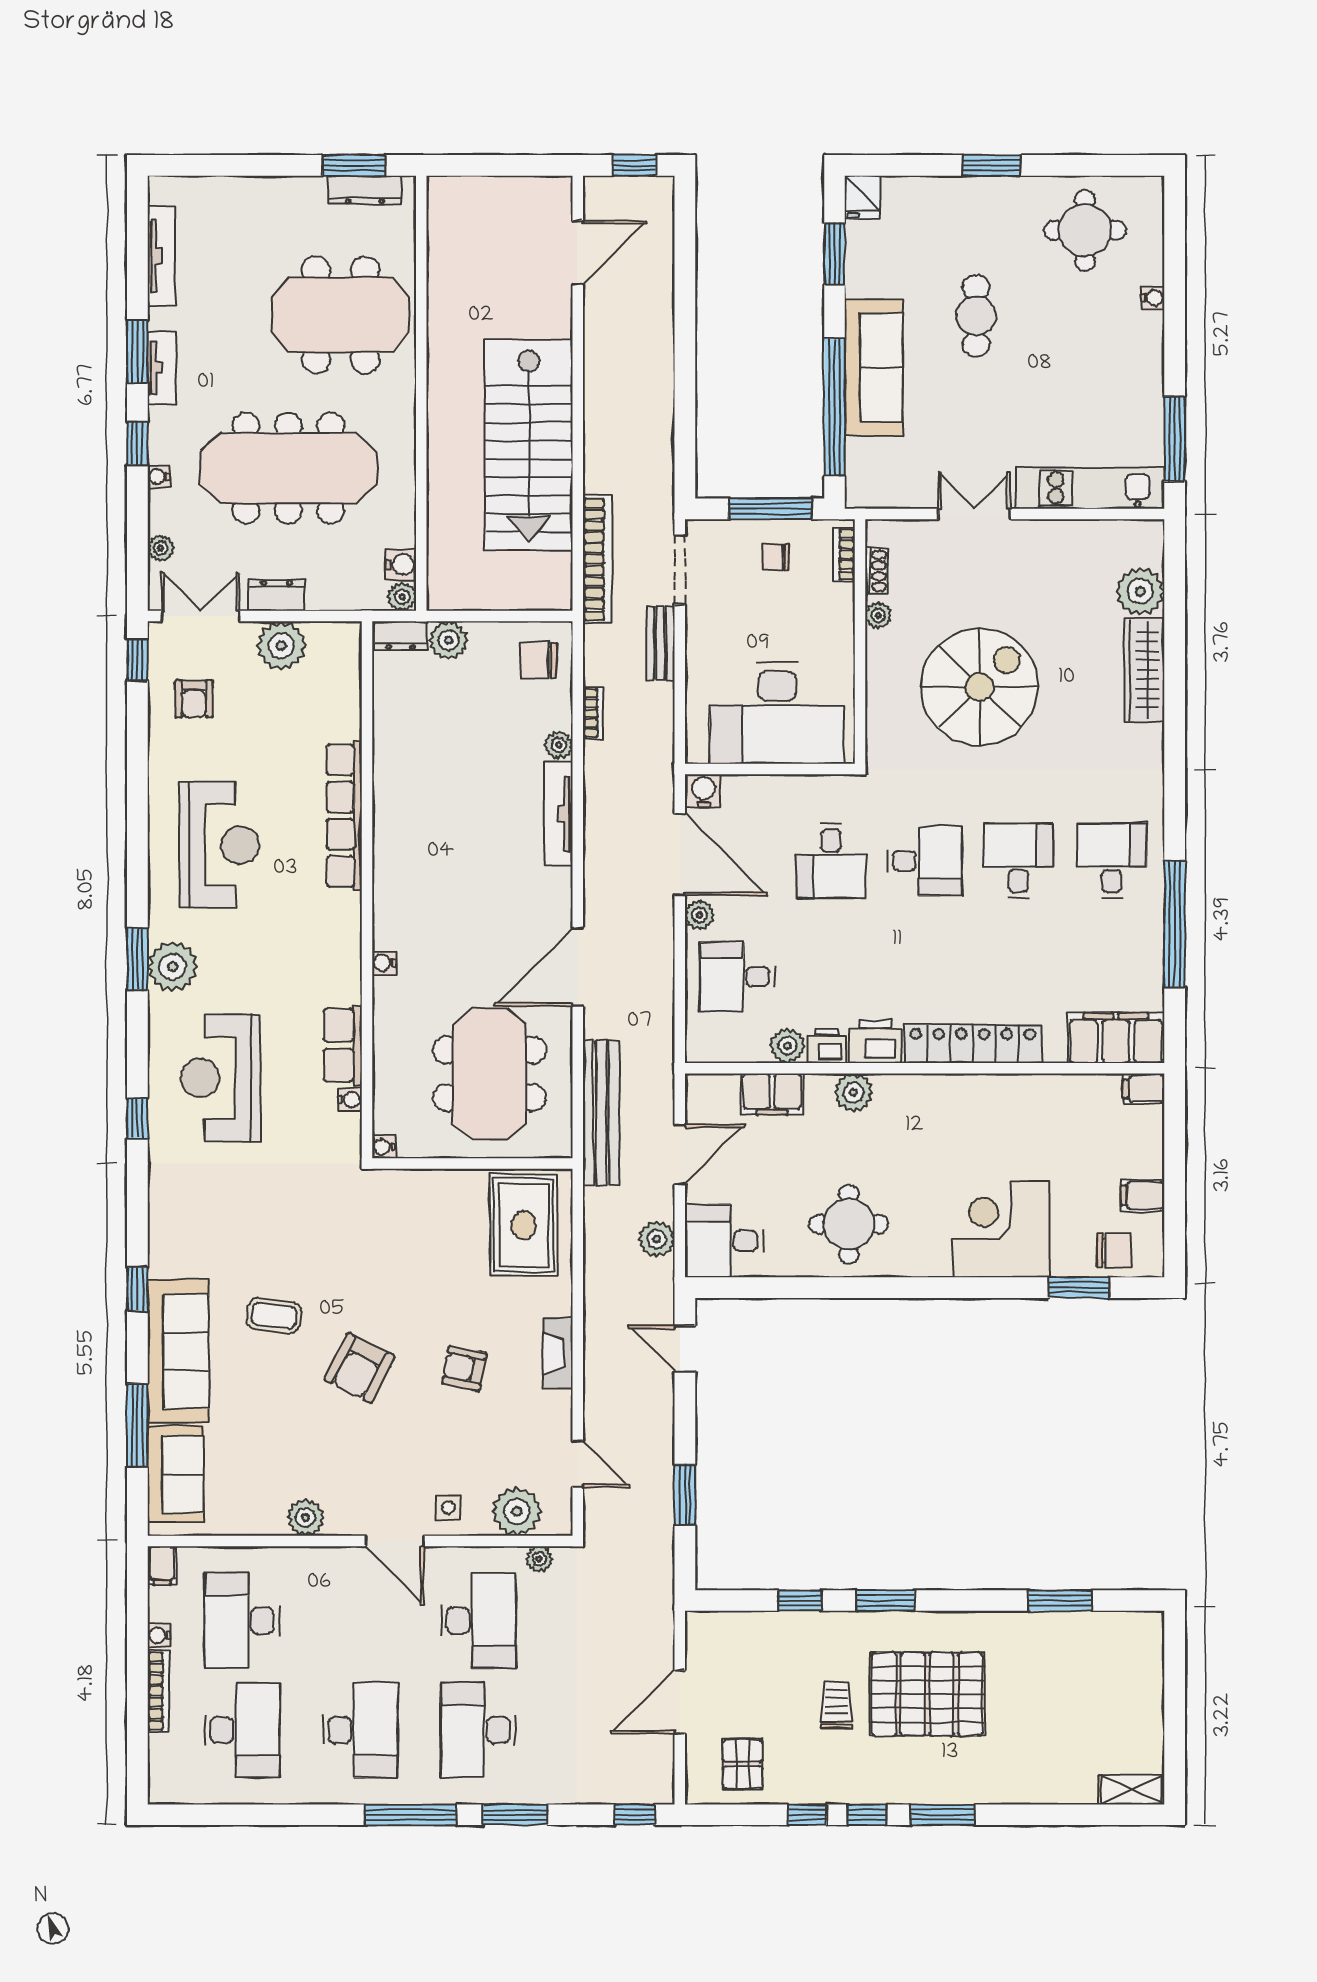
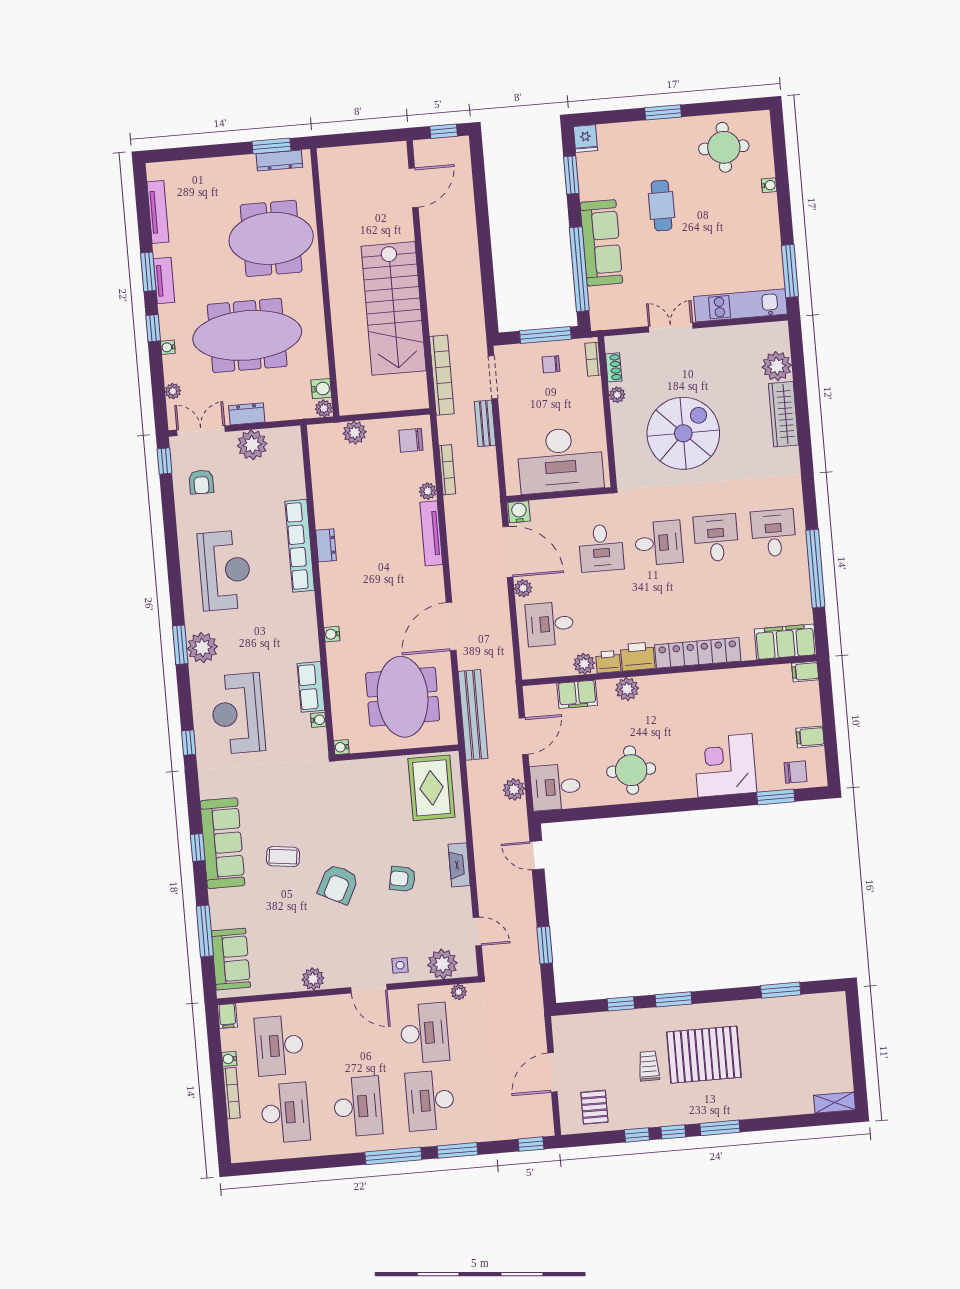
dresser: (401, 636) -> (326, 545), moved, turned -90
bookcase: (593, 713) -> (447, 470), width x1.56
sofa: (178, 1351) -> (222, 843), moved

